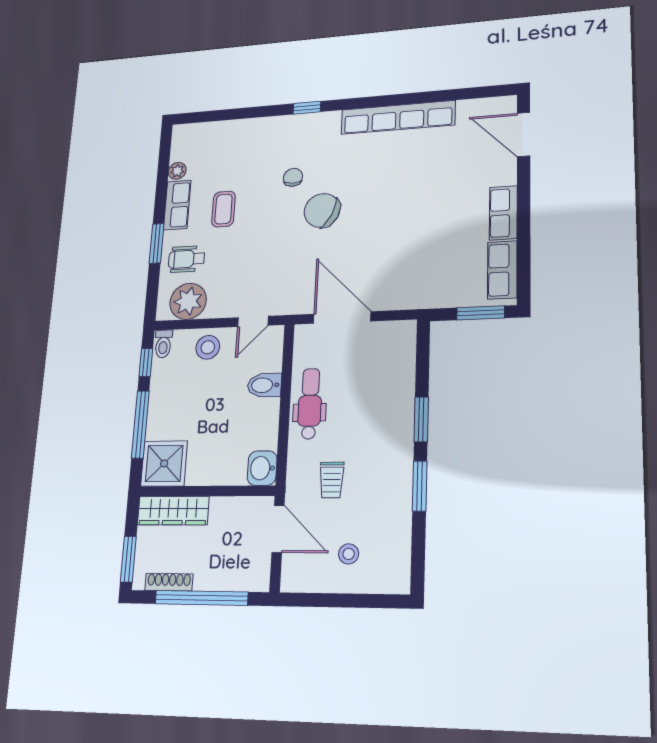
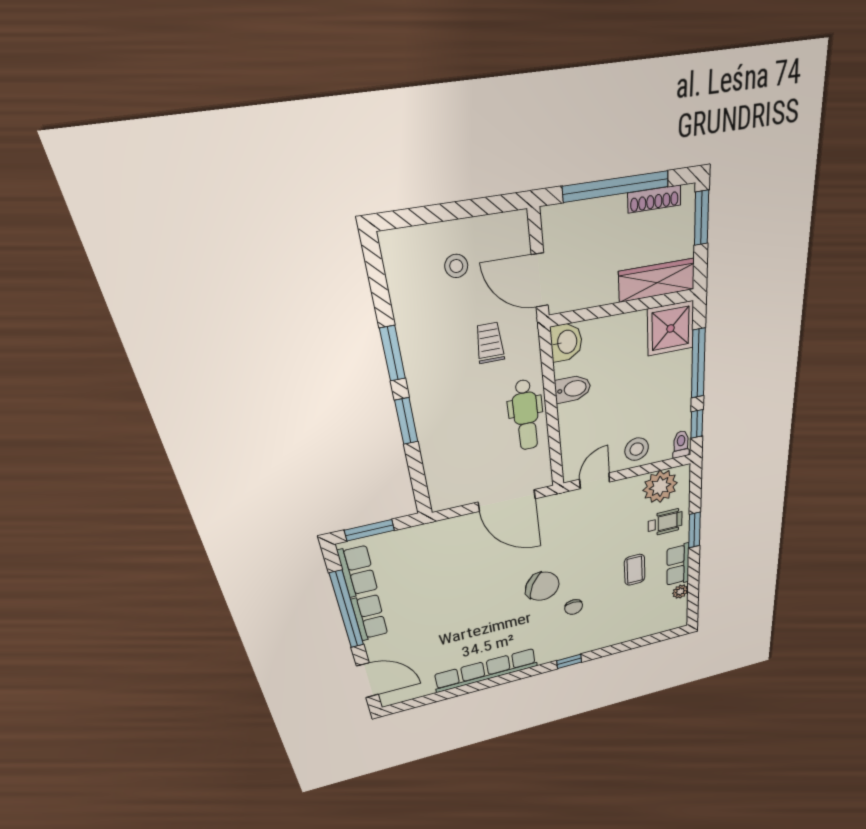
window: (524, 227) -> (347, 610), added
bidet: (264, 385) -> (573, 389), moved

